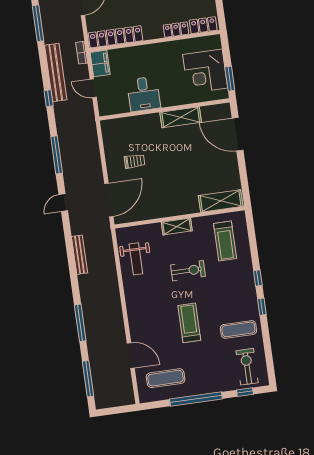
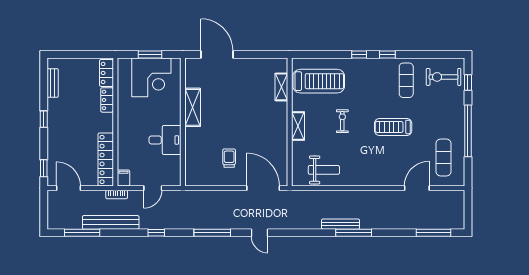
filing cabinet: (100, 63) -> (123, 178), width x0.50
bench: (56, 73) -> (111, 222), moved
window: (230, 79) -> (150, 54), moved
door: (238, 134) -> (217, 54), swing flipped
shelving: (221, 201) -> (281, 87), width x0.67, depth x0.75
treadmill: (225, 241) -> (319, 81), width x1.37, depth x1.38
bench: (80, 255) -> (340, 224), moved
exercise bike: (188, 271) -> (342, 121), width x0.73, depth x0.72
window: (80, 323) -> (354, 233), moved

